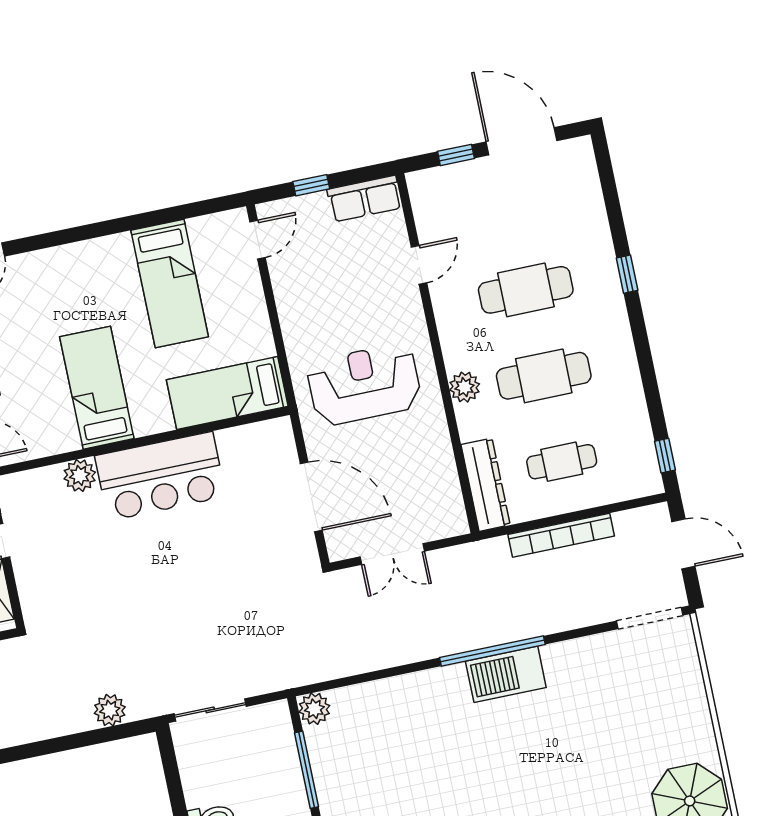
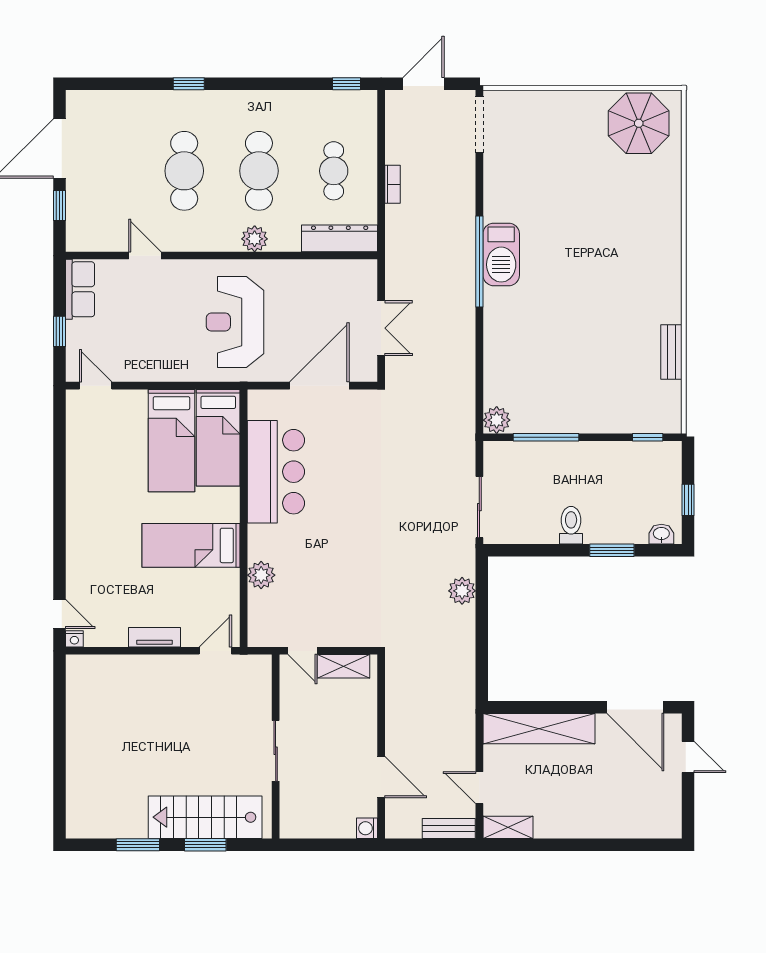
bed: (170, 284) -> (171, 441), moved, turned 90
bar counter: (160, 476) -> (276, 472), moved
bookcase: (561, 535) -> (393, 184), width x0.43, depth x0.76

